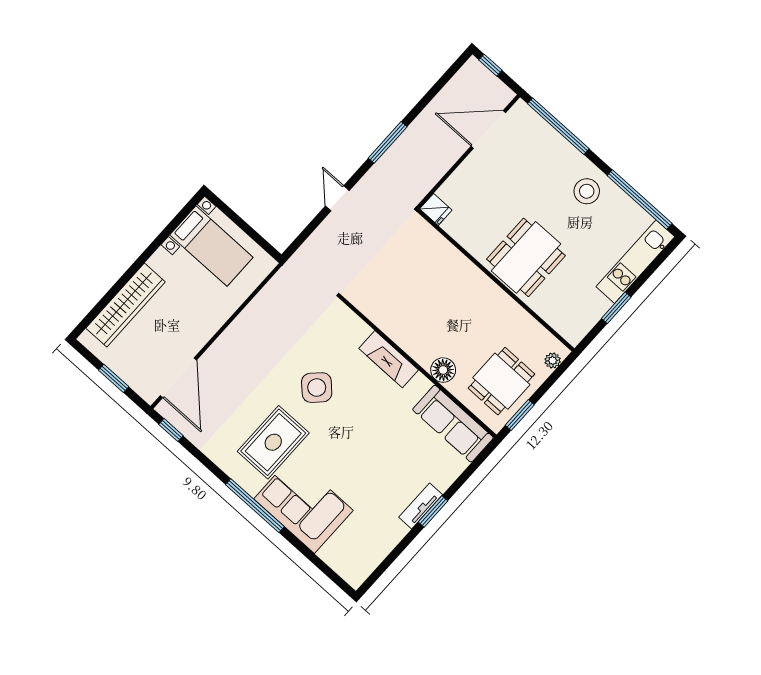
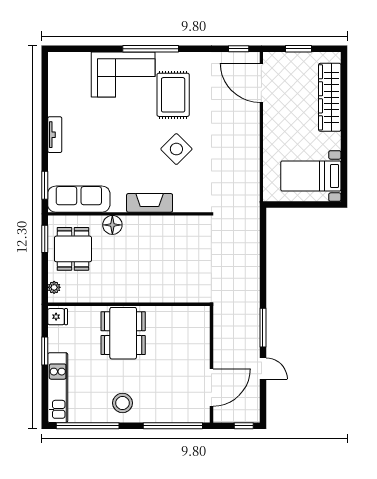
door: (337, 198) -> (263, 369), moved
fridge: (436, 209) -> (58, 317), moved, turned 180
window: (433, 511) -> (45, 185), moved

